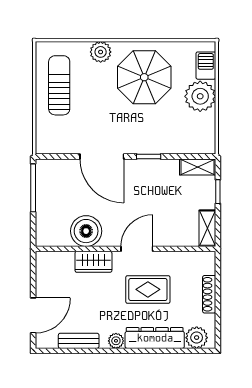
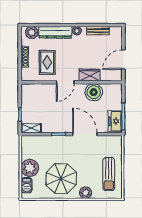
freezer: (48, 179) -> (115, 121), added
shelving: (207, 228) -> (26, 94), removed
rug: (148, 289) -> (47, 62), moved, turned 90
door: (33, 315) -> (123, 60), moved

